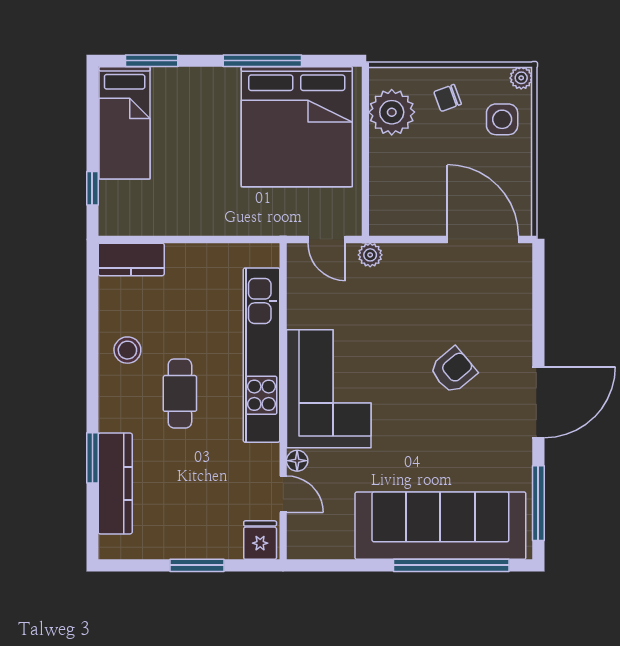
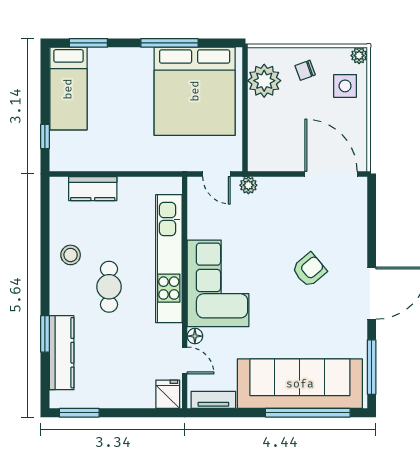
kitchen counter: (131, 259) -> (93, 189), moved
tv unit: (322, 548) -> (213, 400), added
window: (197, 565) -> (79, 413), moved

